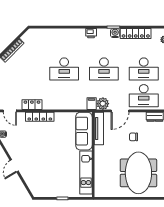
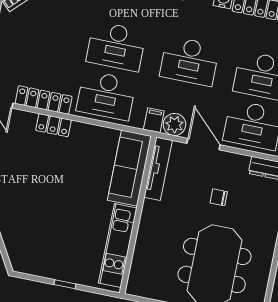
desk: (64, 96) -> (106, 96), added
locker: (32, 105) -> (44, 100), width x1.53
door: (120, 111) -> (204, 144), swing flipped
locker: (40, 117) -> (53, 125), width x0.66

